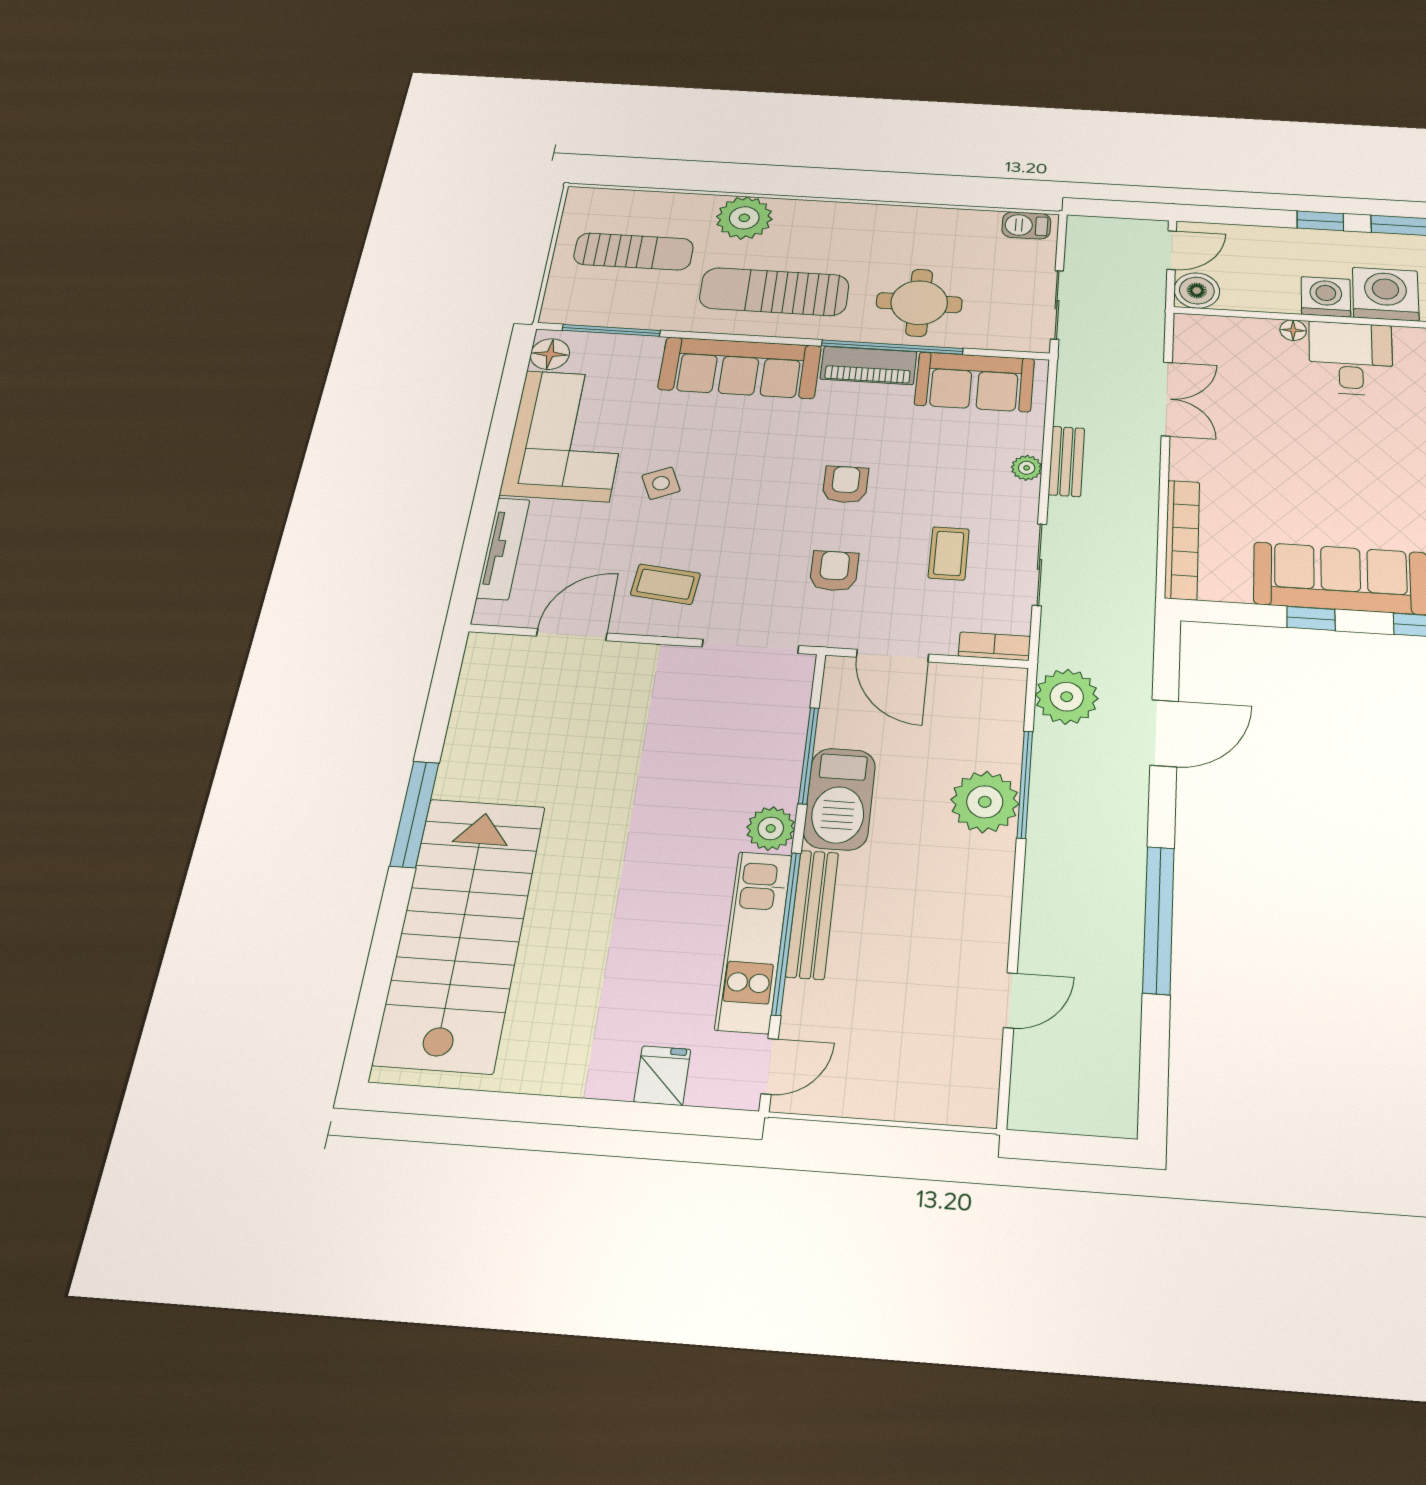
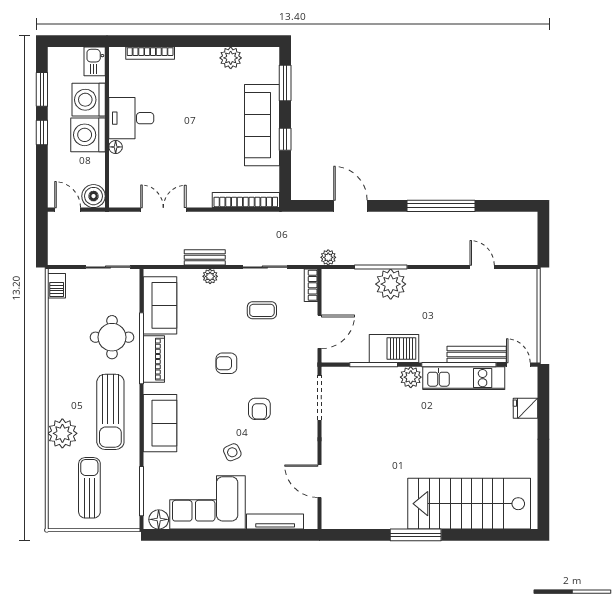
washing machine: (1326, 297) -> (88, 135), width x1.37, depth x1.37
sofa: (740, 368) -> (160, 423), width x0.73
armchair: (834, 571) -> (259, 409), moved, turned -90
coffee table: (665, 584) -> (289, 442), removed
plant: (1067, 697) -> (328, 257), width x0.53, depth x0.53
bench: (812, 914) -> (477, 354), moved

